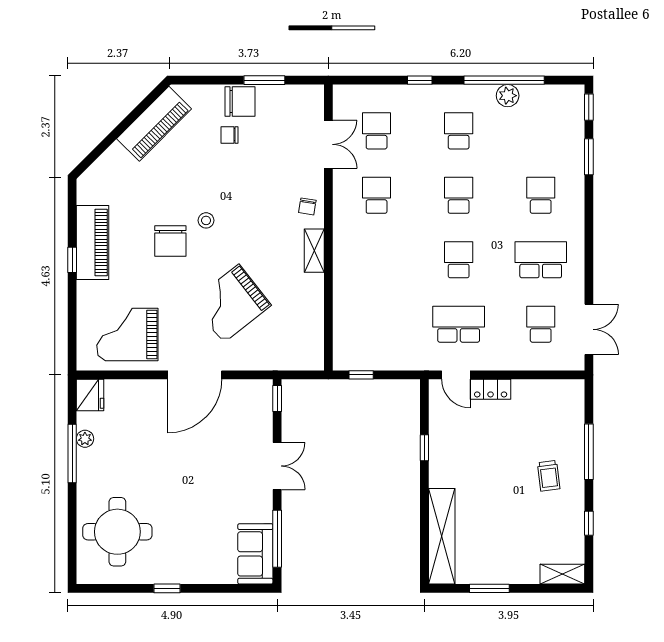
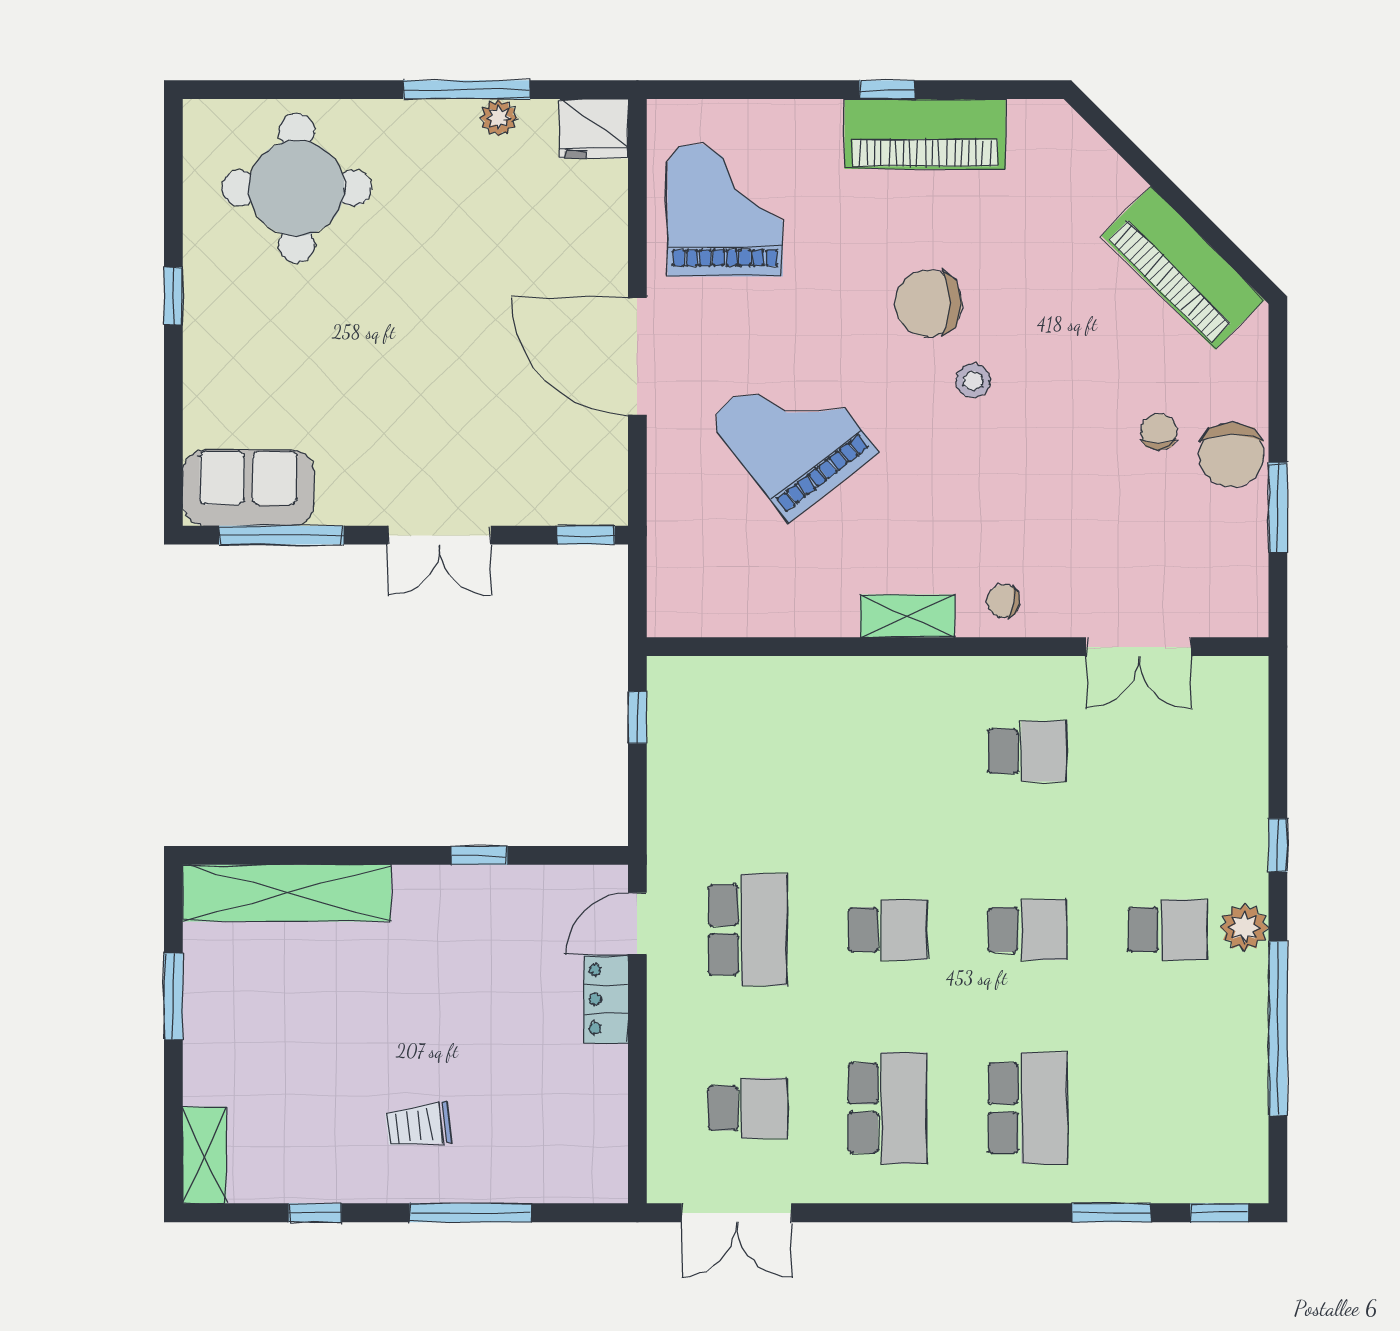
plant: (508, 96) -> (1244, 928), moved
school desk: (377, 131) -> (1168, 751), removed
school desk: (541, 195) -> (1028, 1108), width x1.85

